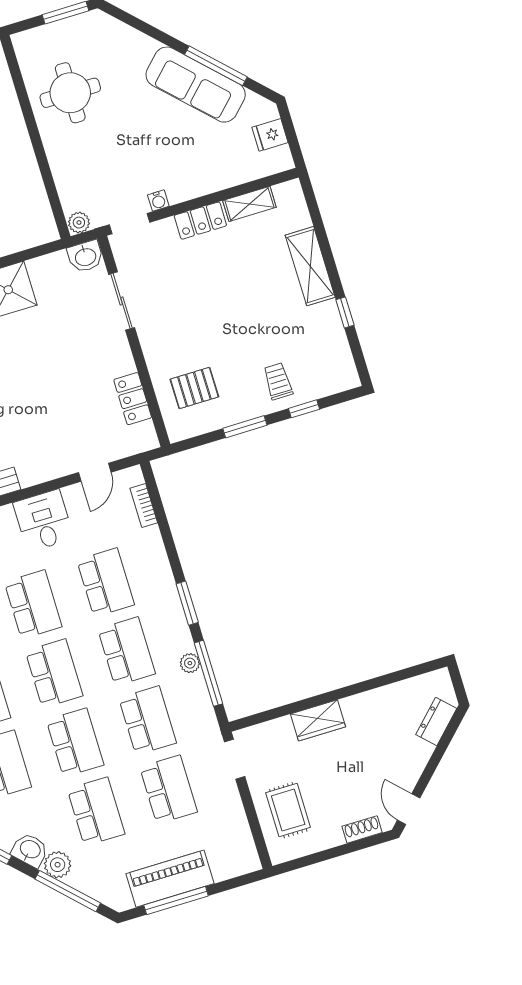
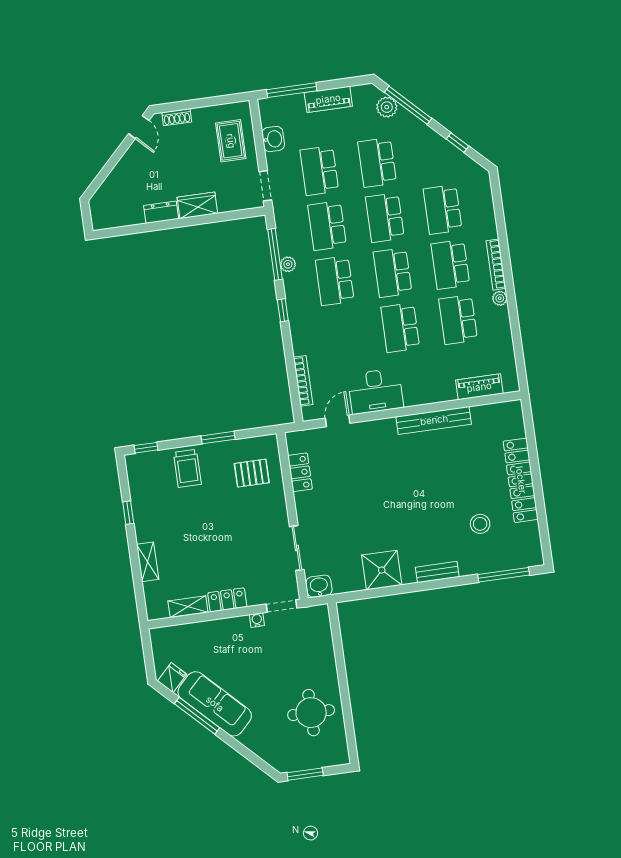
fridge: (270, 135) -> (172, 678), moved, turned -45
plant: (79, 223) -> (320, 613), removed
shelving: (310, 266) -> (148, 562), width x0.67, depth x0.75
trolley: (278, 381) -> (187, 468), width x1.36, depth x1.39
window: (304, 409) -> (146, 448), moved
bookcase: (144, 505) -> (303, 381), width x1.56
desk: (44, 521) -> (375, 391), width x1.37
school desk: (106, 582) -> (342, 336), removed
window: (187, 603) -> (283, 310), width x0.67
dresser: (436, 722) -> (161, 212), moved, turned -135
washbasin: (30, 850) -> (273, 139), moved, turned -135
plant: (58, 865) -> (387, 107), moved
piano: (170, 879) -> (328, 99), width x0.73, depth x0.75
window: (176, 900) -> (292, 90), moved

